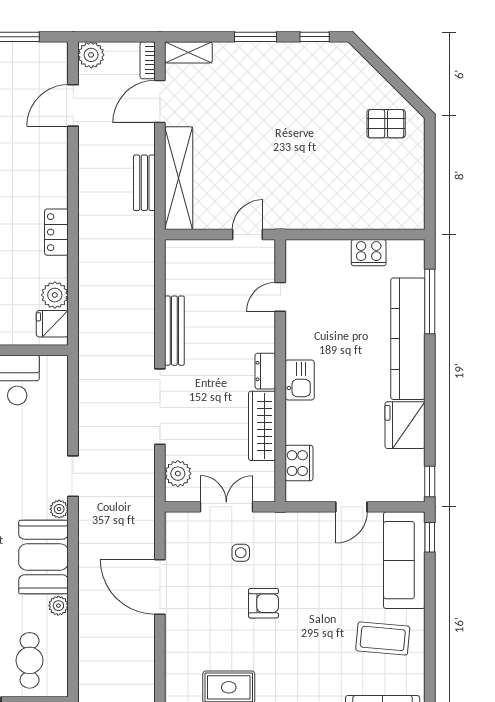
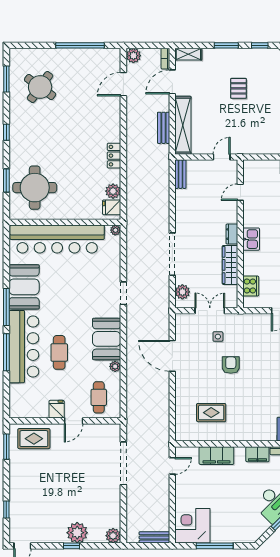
pallet: (277, 113) -> (239, 88), added
bench: (174, 331) -> (180, 174), moved, width x0.73
plant: (59, 509) -> (115, 230), moved
armchair: (263, 603) -> (231, 365), turned -90

